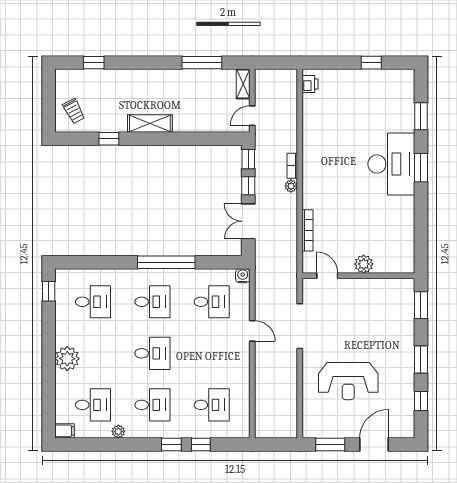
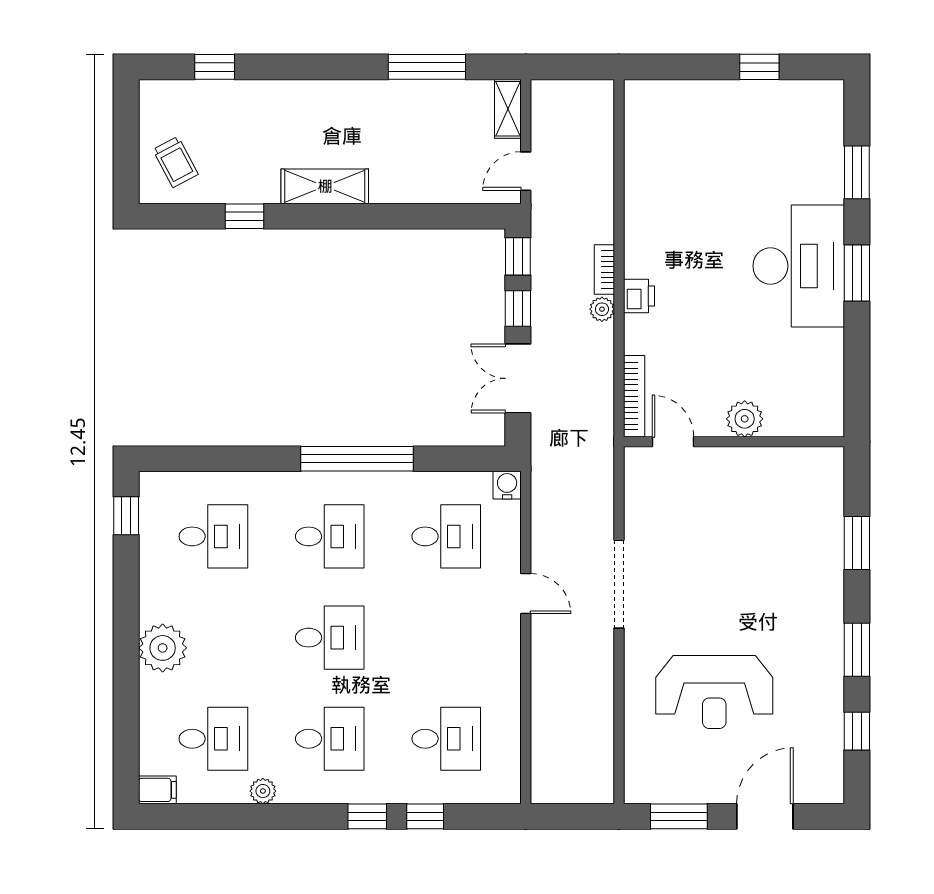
printer: (310, 84) -> (639, 296), moved
plant: (364, 264) -> (745, 419), moved
door: (327, 276) -> (673, 442), moved
wall: (358, 276) -> (734, 442), moved

